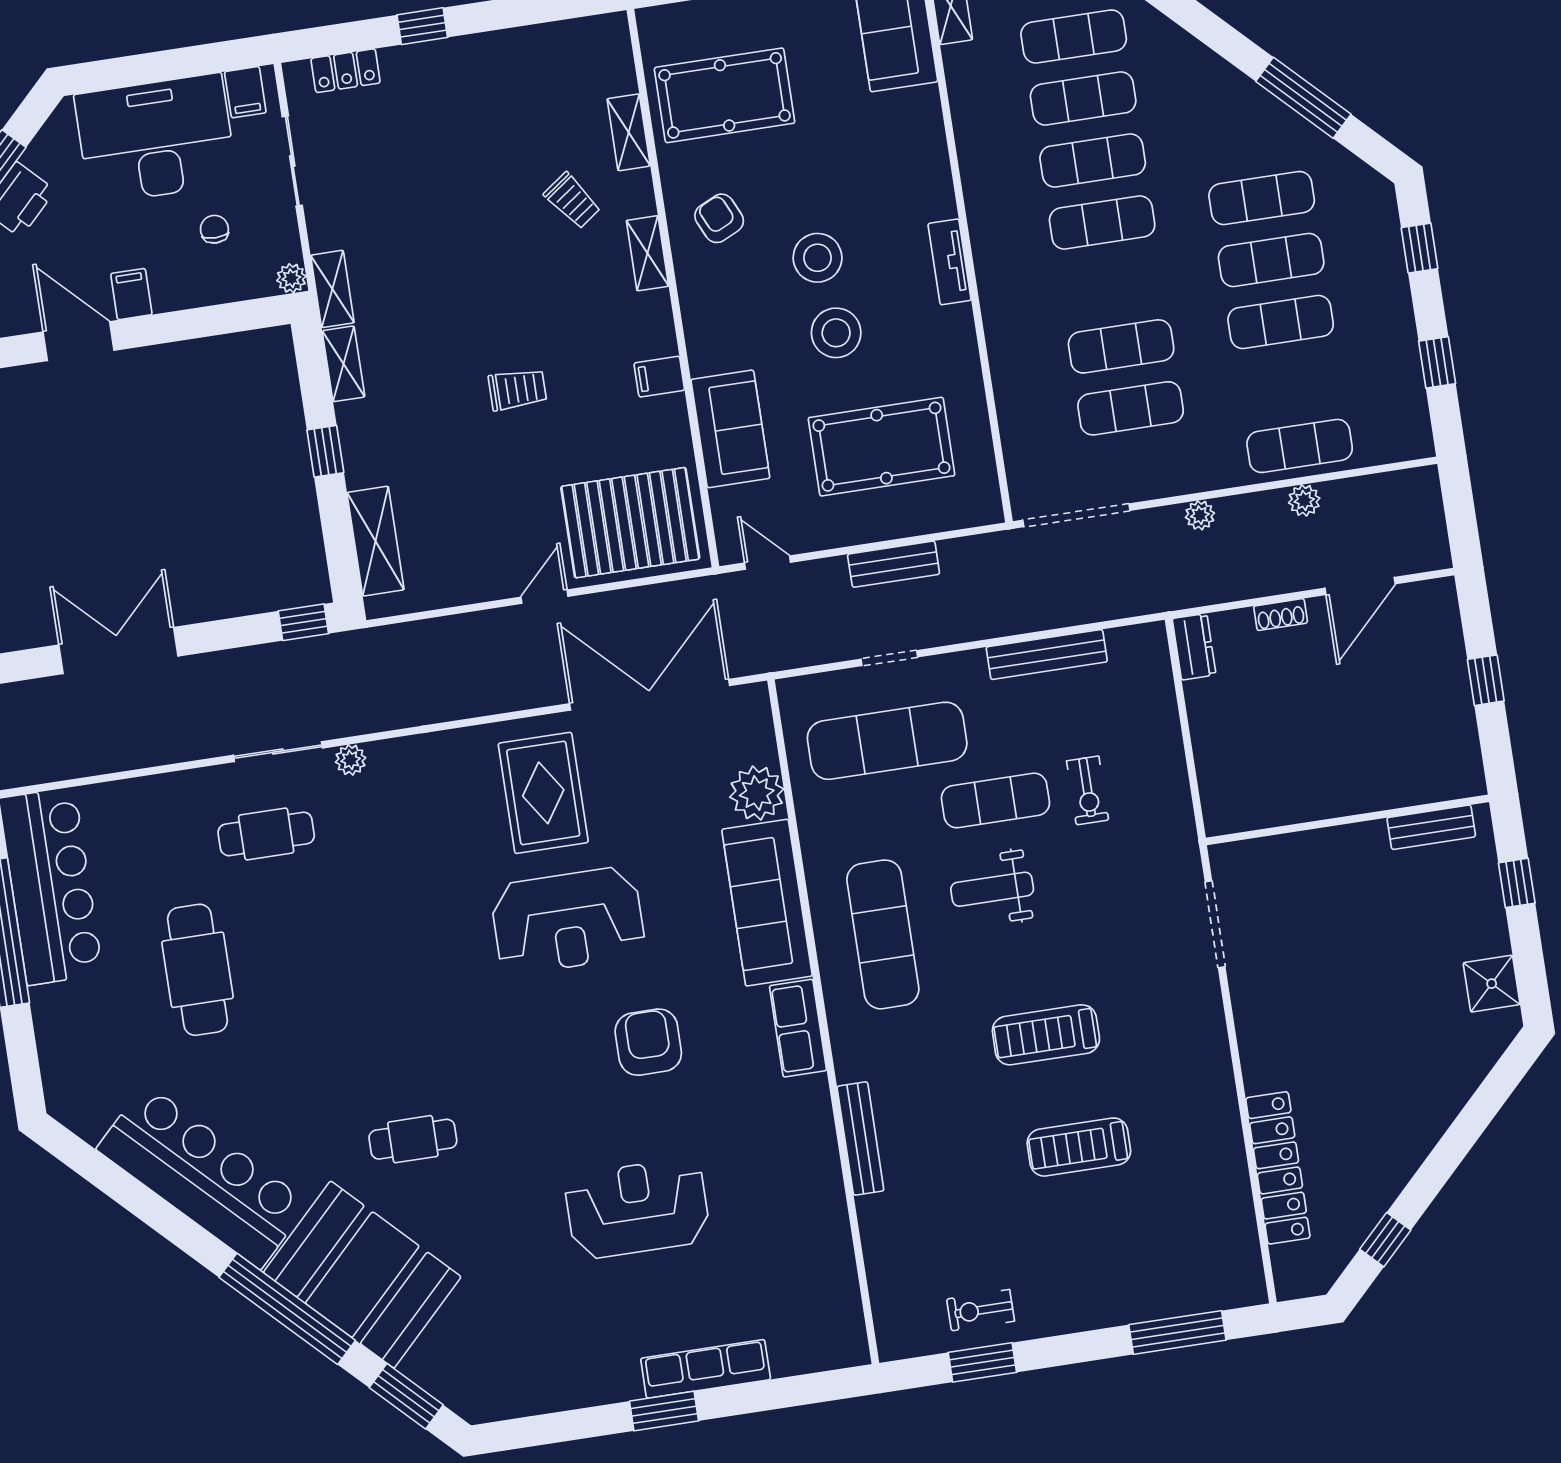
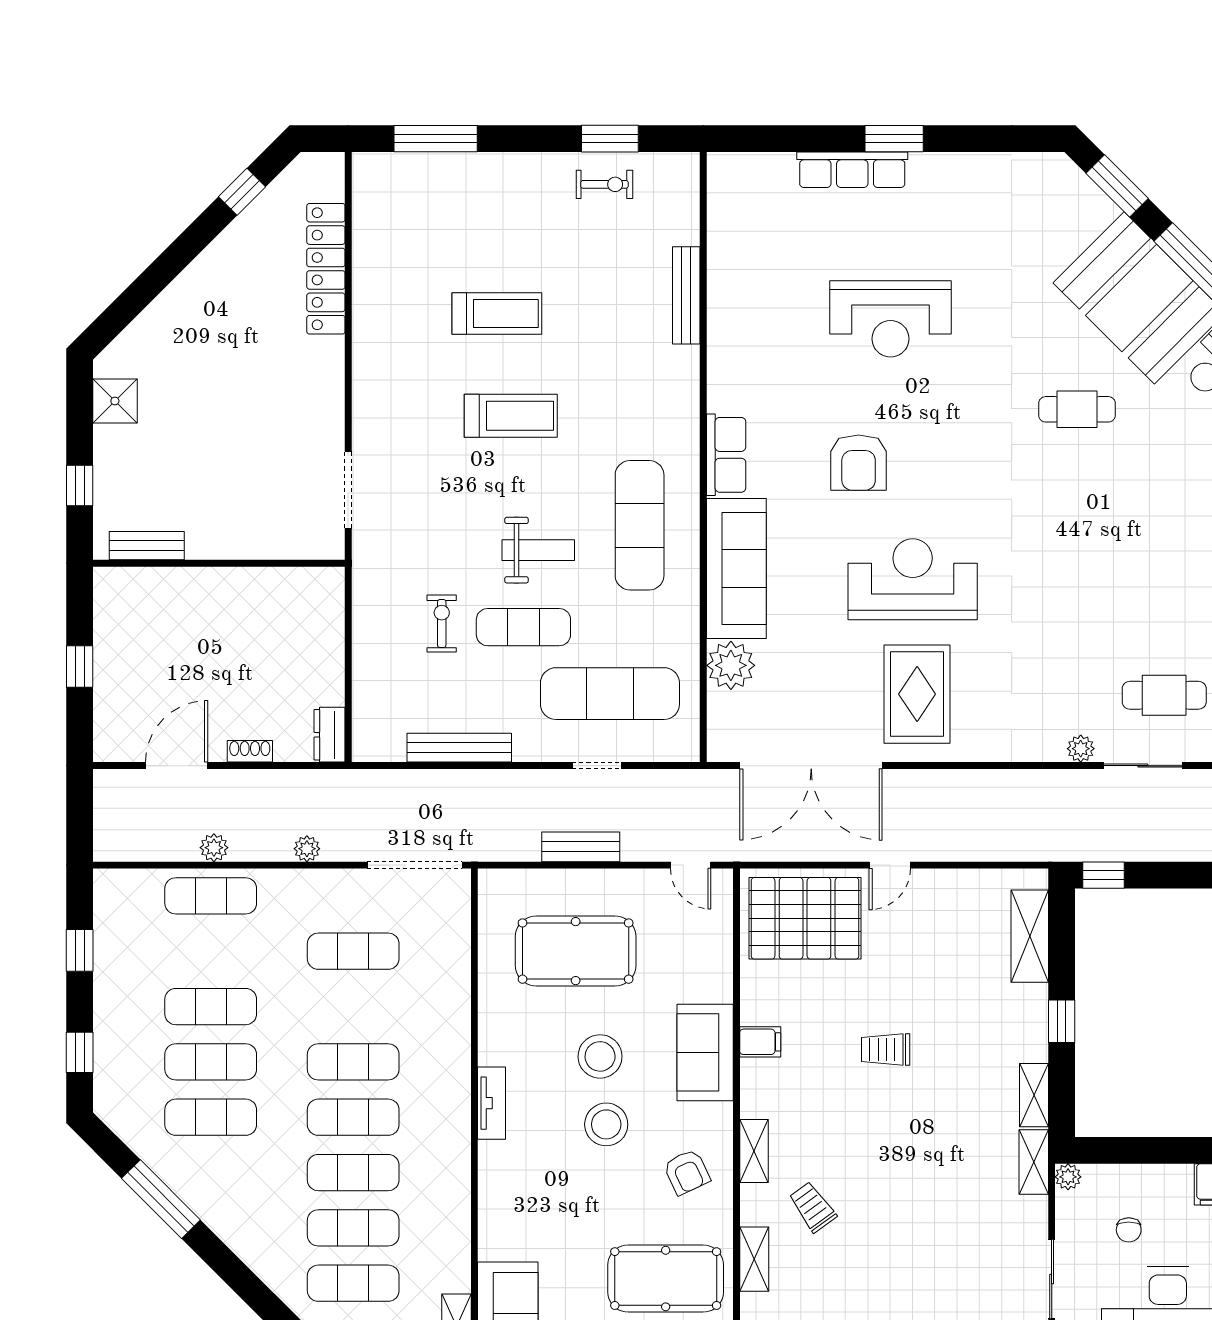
exercise mat: (1121, 346) -> (353, 1062), moved
sofa: (730, 429) -> (705, 1052), moved
bench: (860, 1139) -> (686, 295), moved

